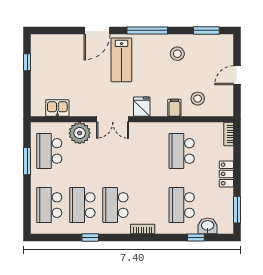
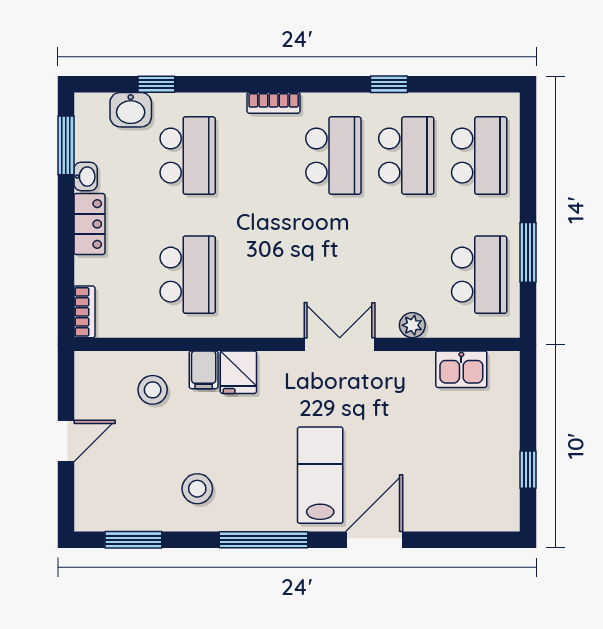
fridge: (142, 107) -> (238, 372), moved
plant: (80, 133) -> (412, 325), width x0.53, depth x0.53
washbasin: (228, 196) -> (86, 177), added

